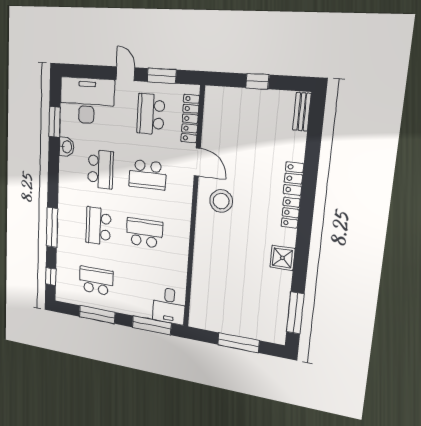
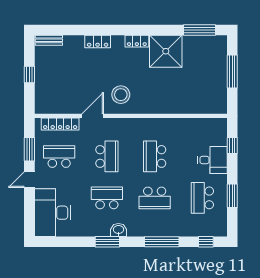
school desk: (151, 114) -> (59, 156), turned 180
window: (55, 122) -> (107, 242), moved
washbasin: (67, 147) -> (118, 230), moved
locker: (291, 213) -> (137, 41), moved
shower: (282, 258) -> (166, 51), width x1.86, depth x1.86
desk: (169, 306) -> (212, 160), moved
window: (97, 314) -> (232, 196), width x0.69
window: (152, 325) -> (232, 145), width x0.46

